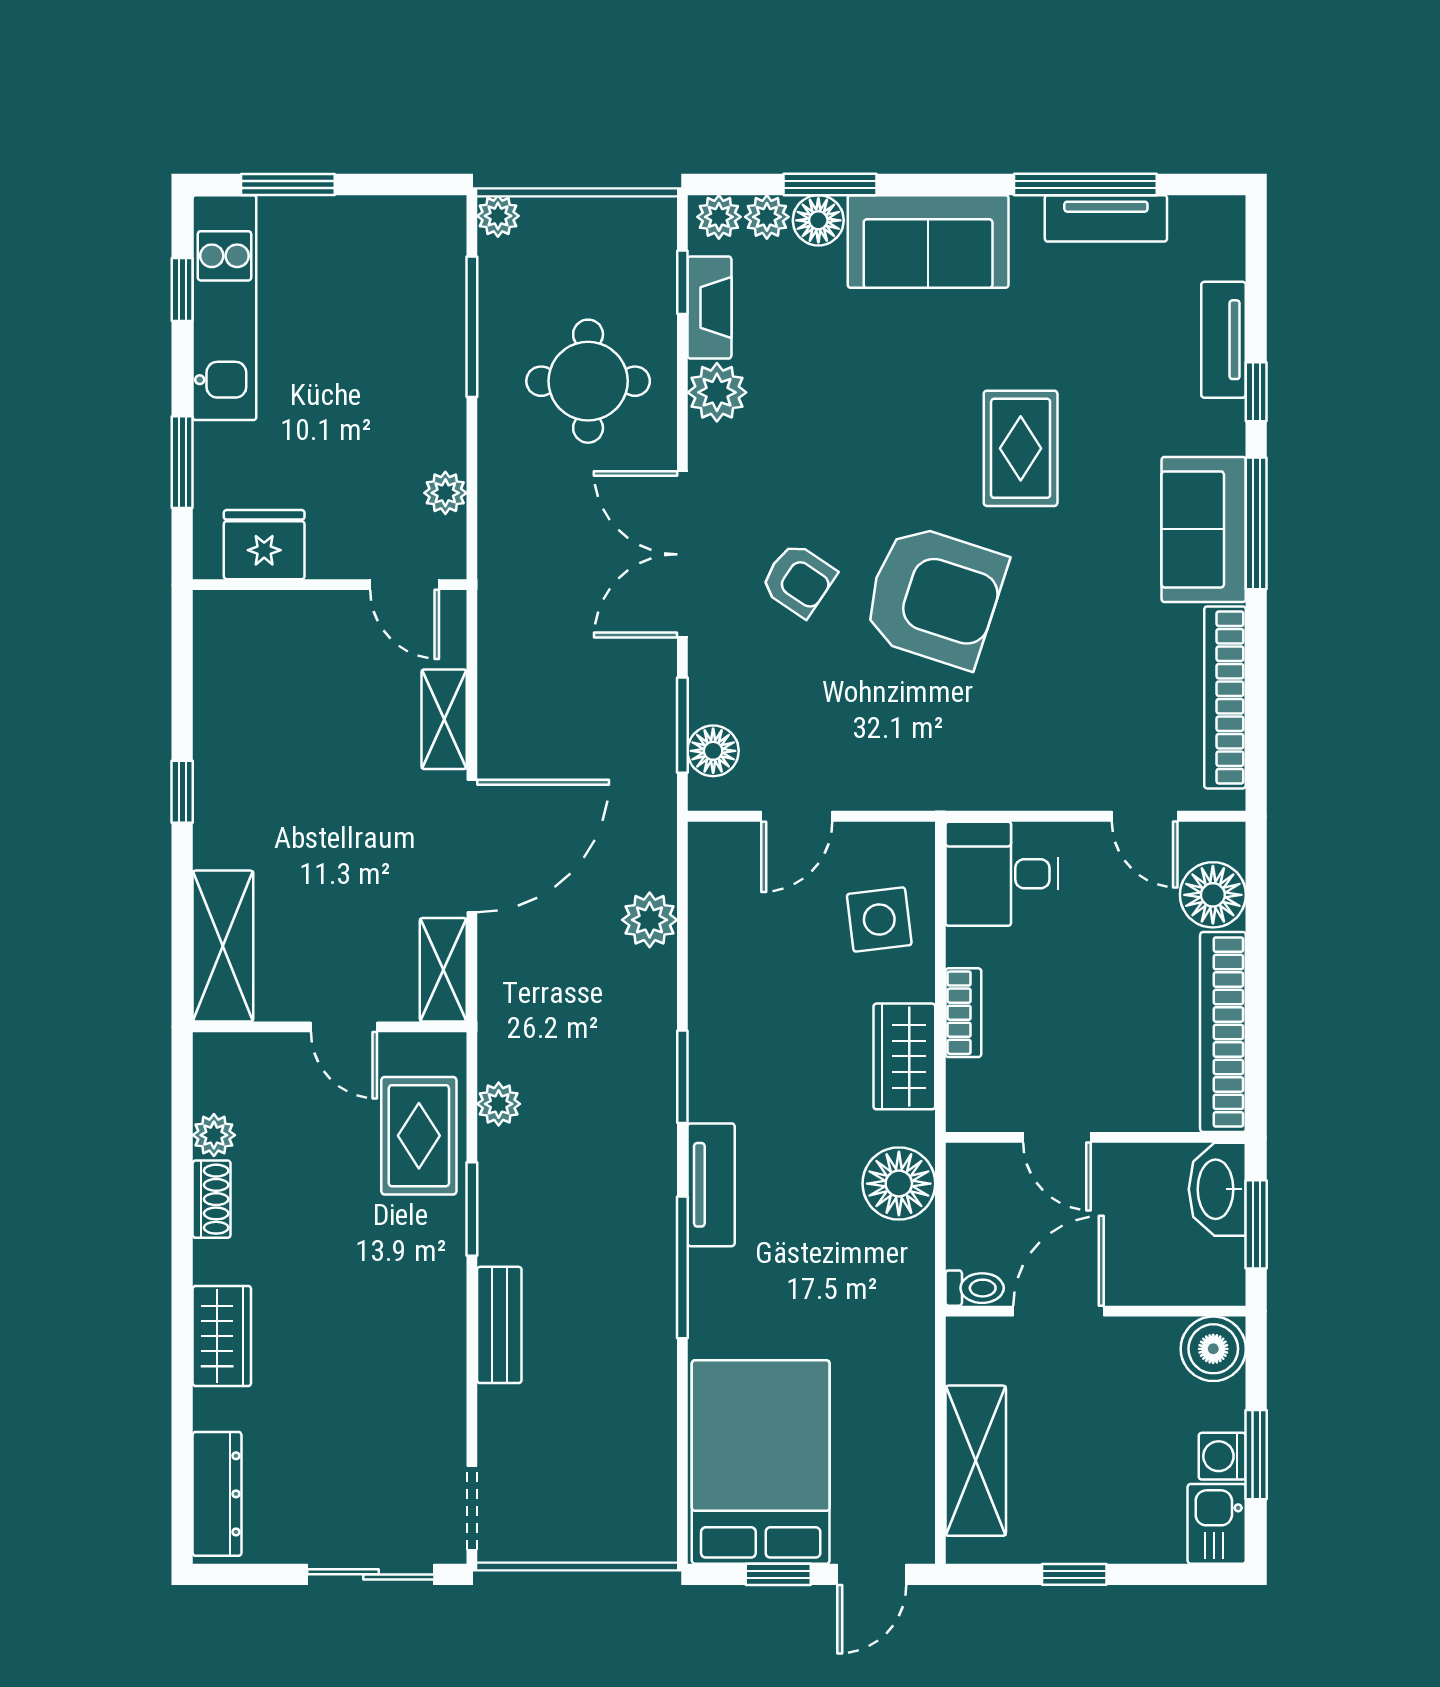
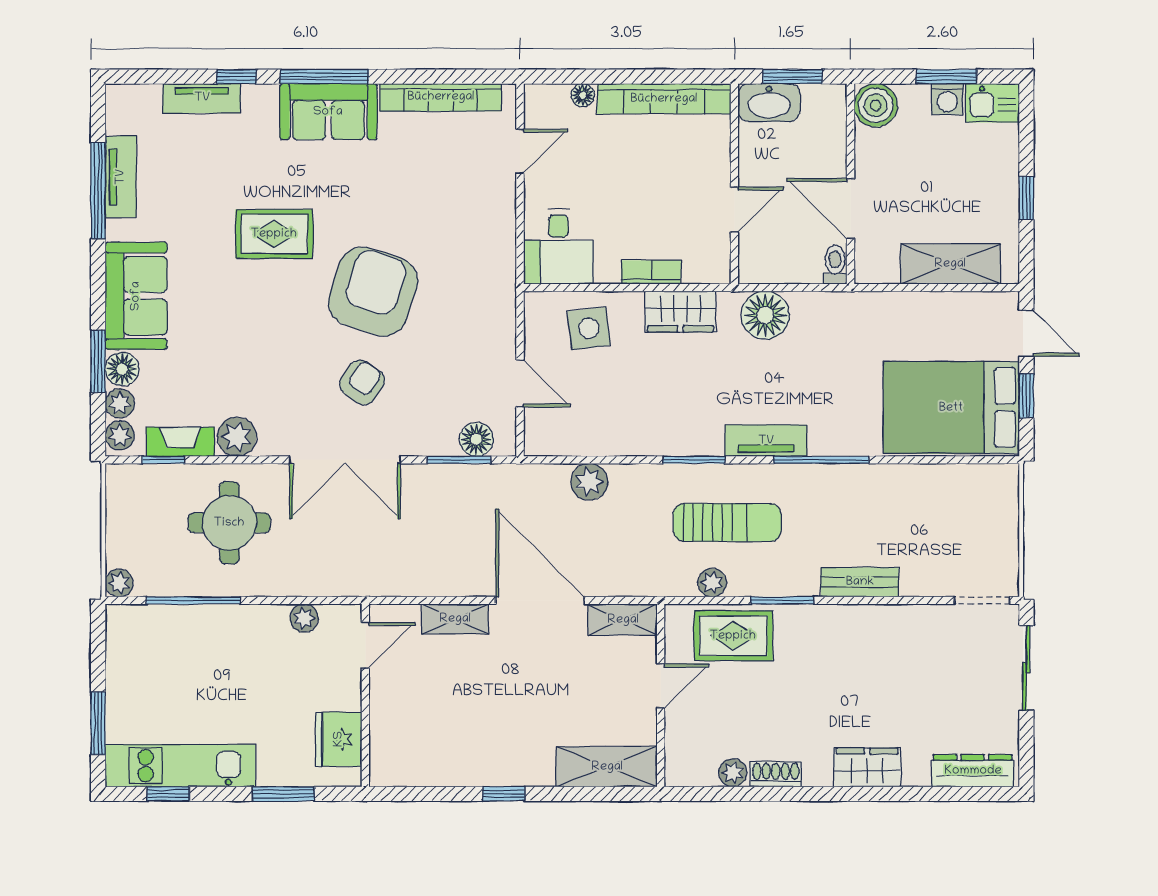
floor lamp: (1213, 895) -> (583, 95), width x0.53, depth x0.53
sun lounger: (589, 1126) -> (727, 522), added

